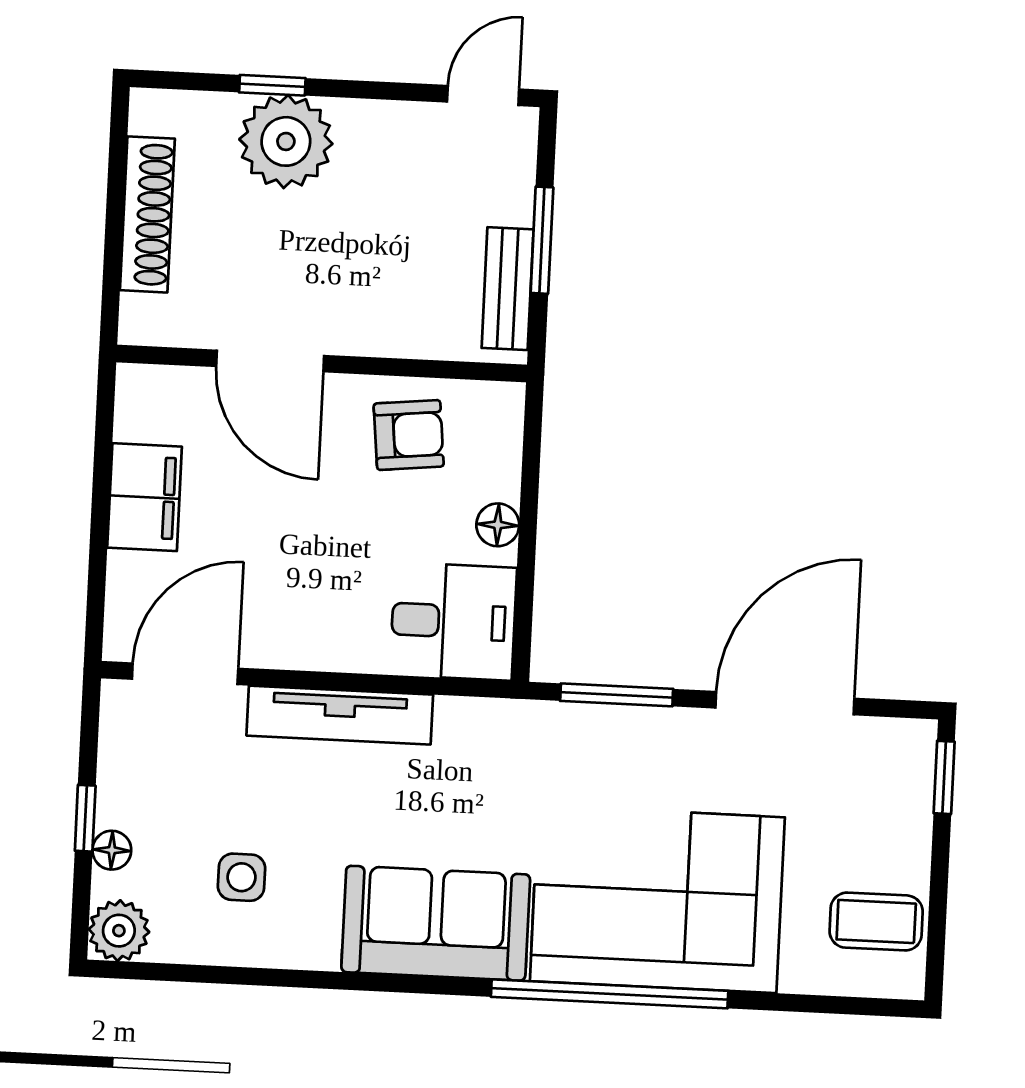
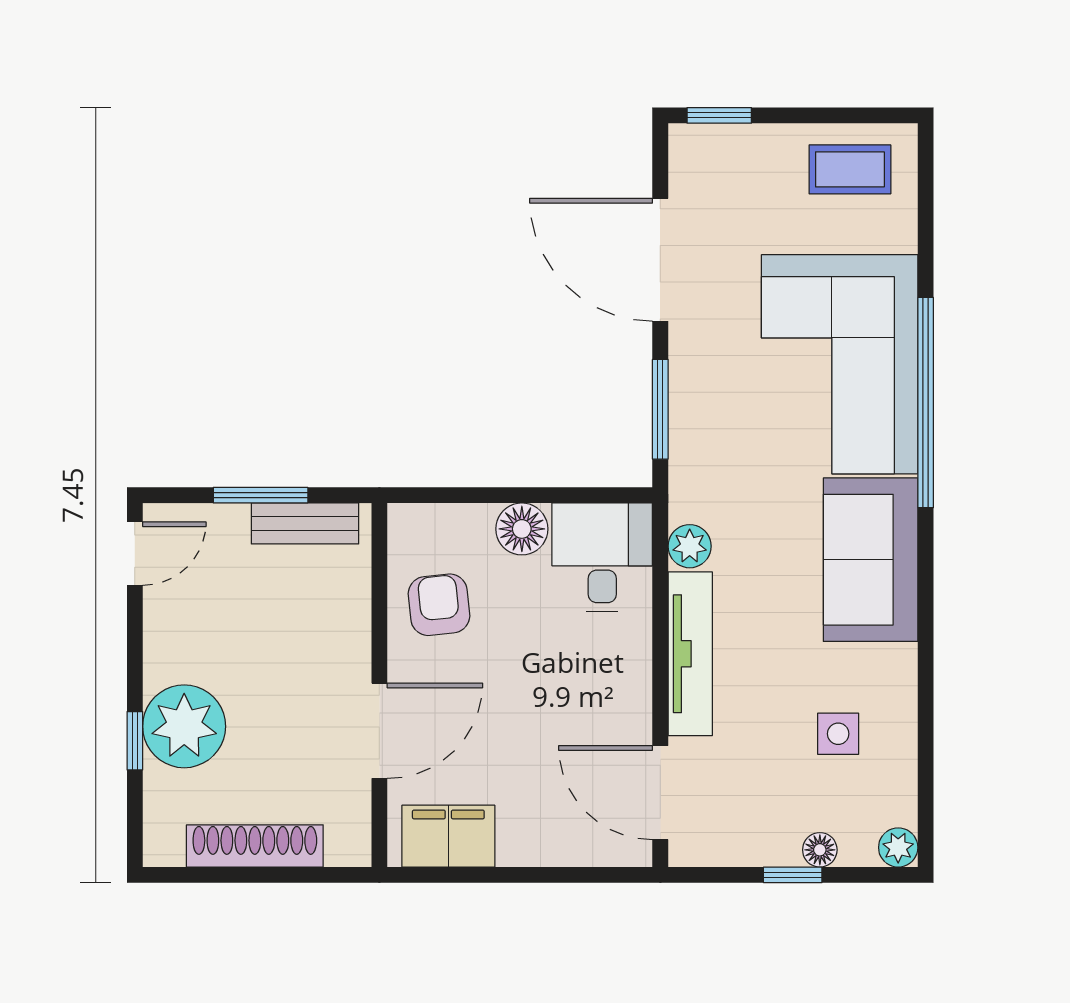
door: (483, 96) -> (135, 554), swing flipped
filing cabinet: (145, 497) -> (448, 836), moved
floor lamp: (498, 525) -> (522, 529), width x1.37, depth x1.37
plant: (461, 720) -> (690, 546), added
coffee table: (876, 922) -> (850, 169), turned 90
plant: (119, 931) -> (898, 847), width x0.73, depth x0.73

